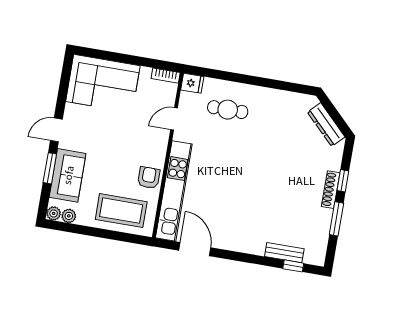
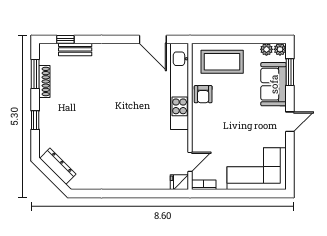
cafe table: (228, 110) -> (145, 165), removed
door: (174, 119) -> (190, 162), moved
window: (50, 168) -> (290, 72), moved
shoe rack: (331, 190) -> (44, 81), moved
window: (336, 219) -> (35, 74), moved

